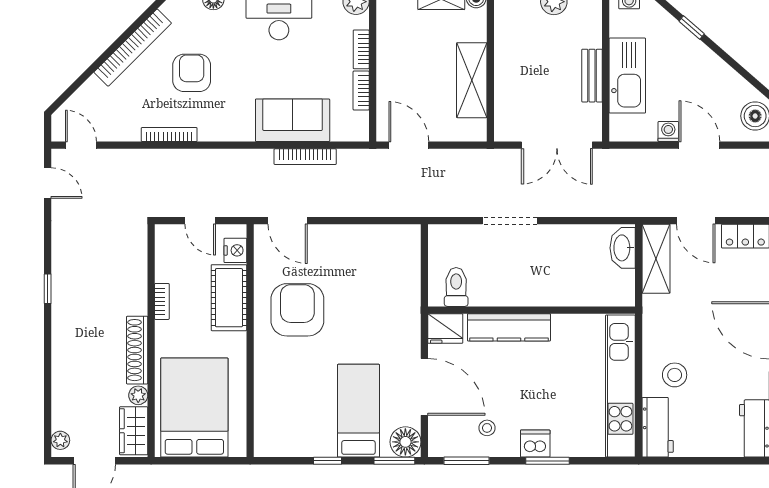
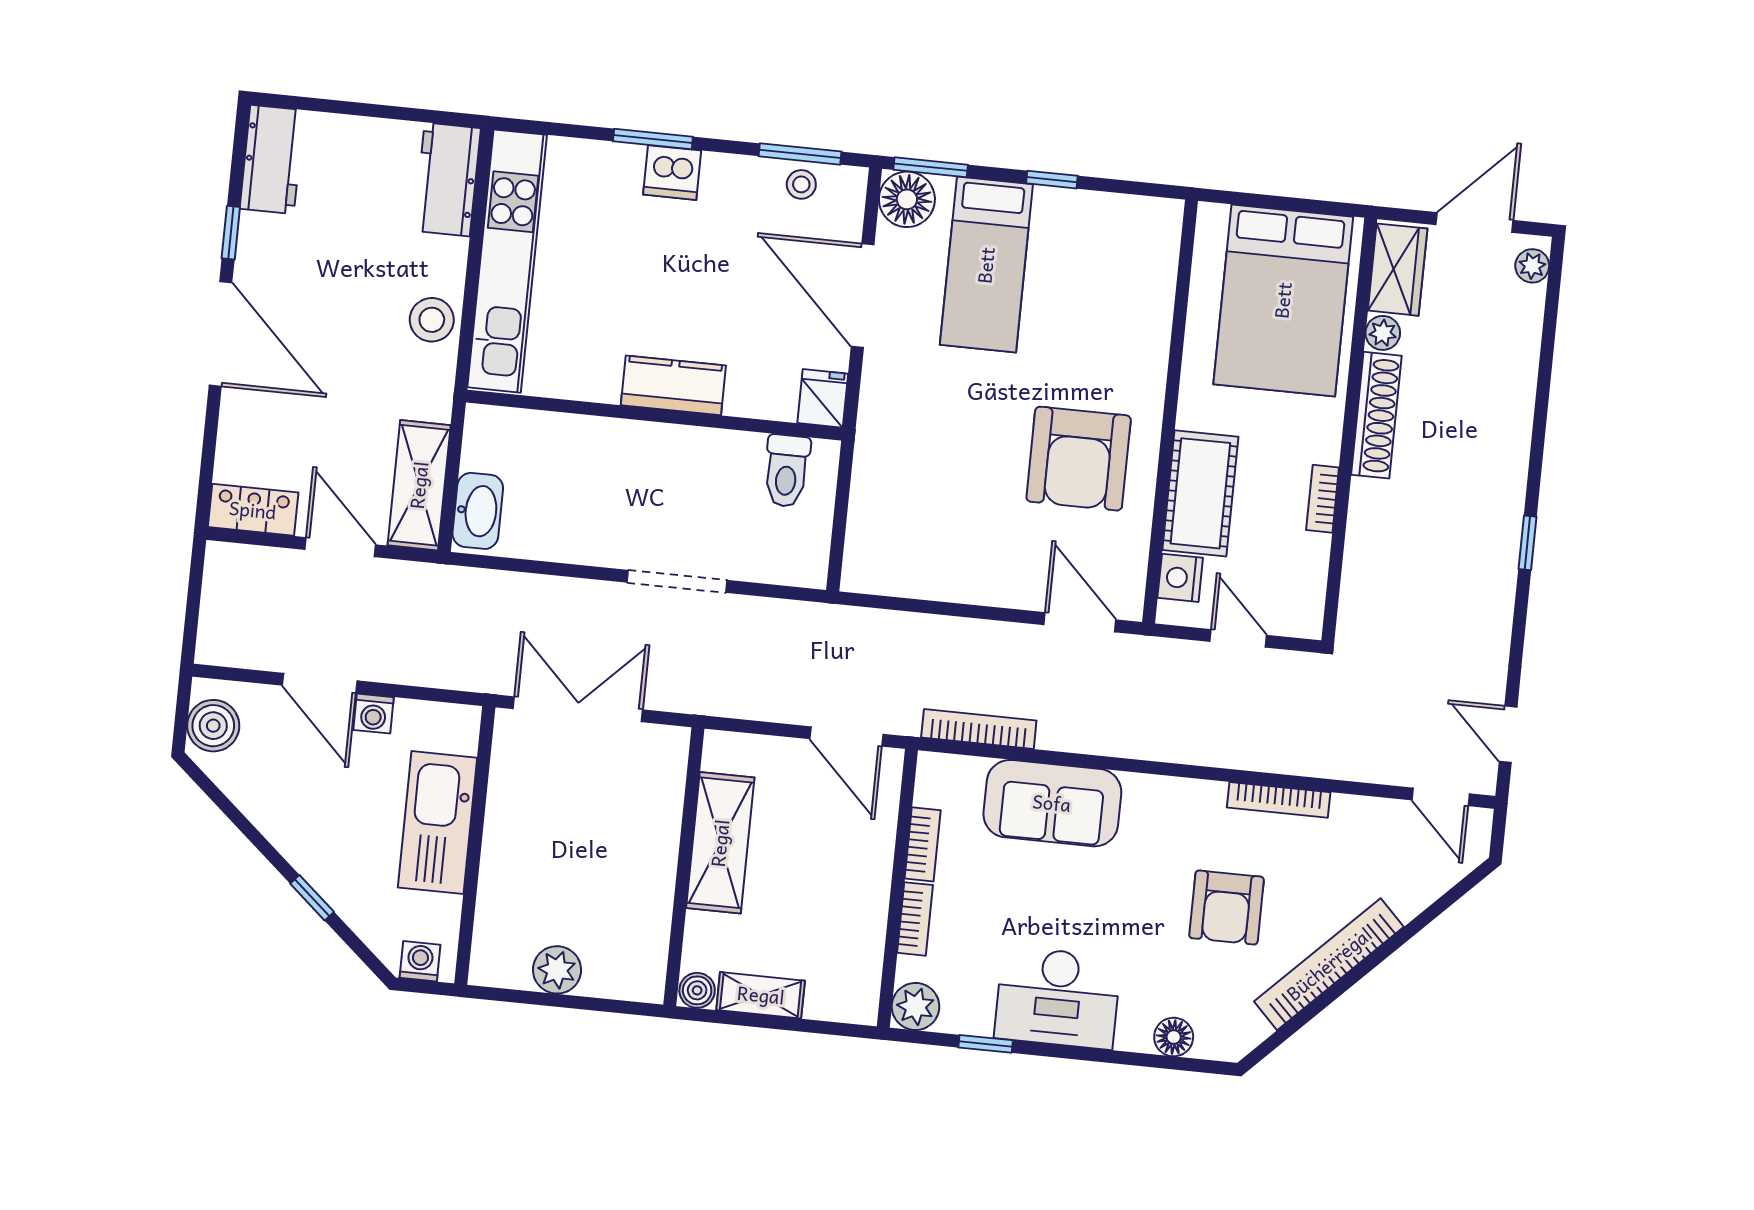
bench: (592, 76) -> (501, 829), removed
bookcase: (305, 157) -> (979, 729), moved
kitchen counter: (509, 327) -> (673, 385), width x0.67
fridge: (445, 329) -> (823, 398), width x0.72
stool: (675, 375) -> (432, 320), moved
stool: (487, 428) -> (801, 184), moved

